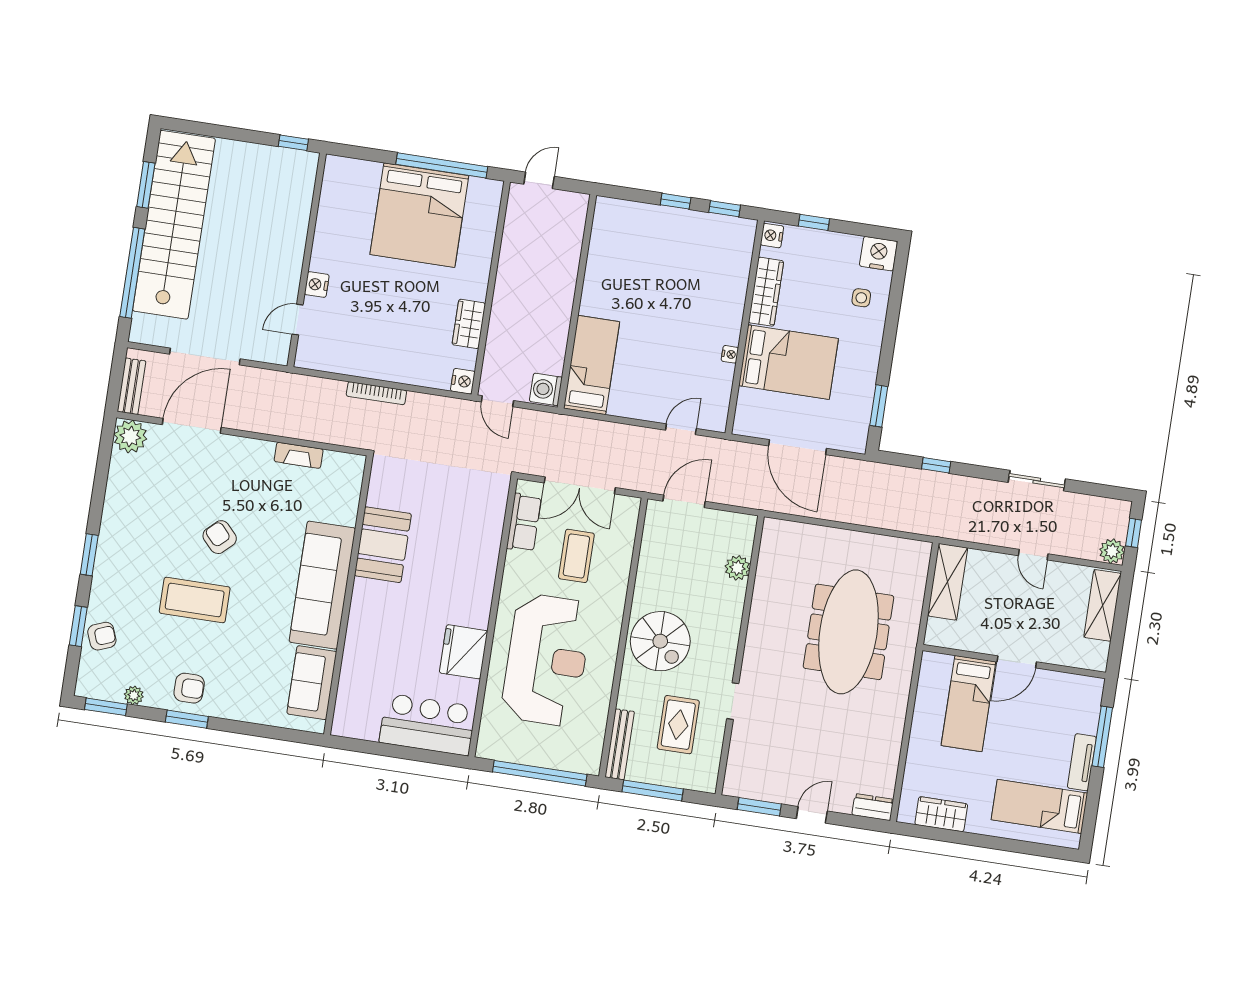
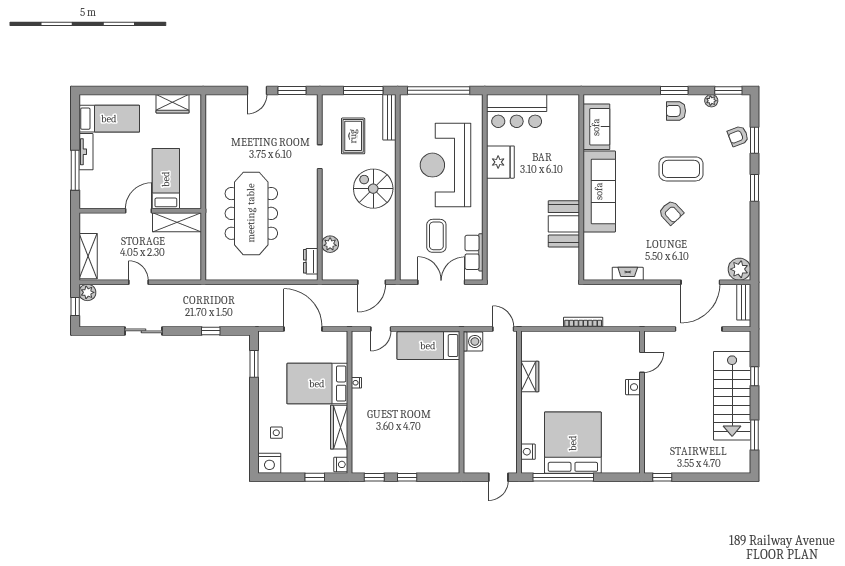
stairs: (174, 225) -> (732, 396), width x0.73
window: (132, 273) -> (754, 376), width x0.32
bed: (592, 365) -> (428, 346), moved, turned 90
nightstand: (463, 381) -> (528, 452), moved
shelving: (948, 582) -> (177, 222), moved, turned 90
dresser: (873, 807) -> (311, 261), moved, turned 90

